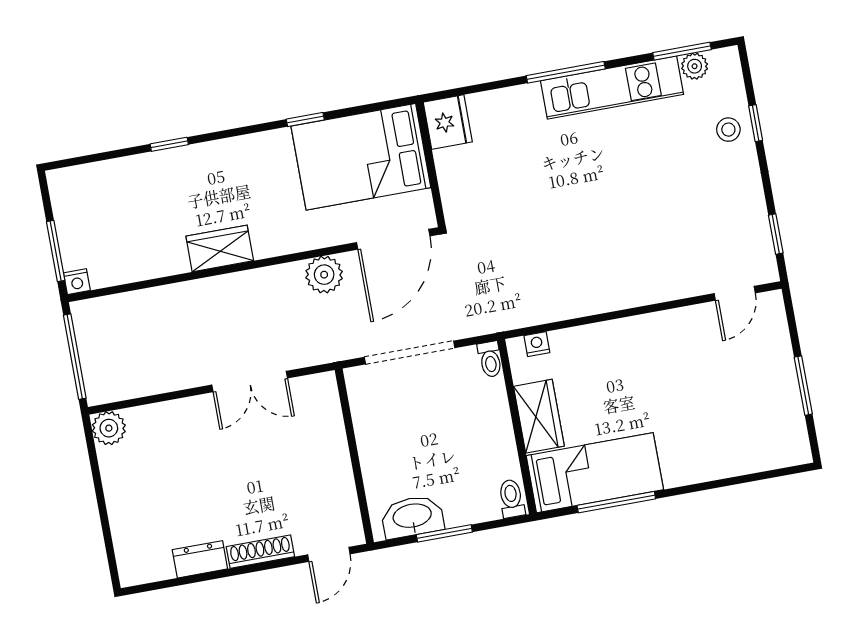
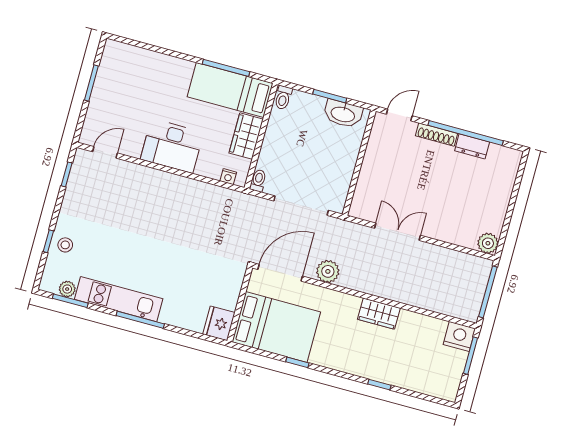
nightstand: (77, 282) -> (459, 336), width x1.89, depth x1.79
desk: (641, 350) -> (172, 146), added
window: (219, 574) -> (466, 133), added

